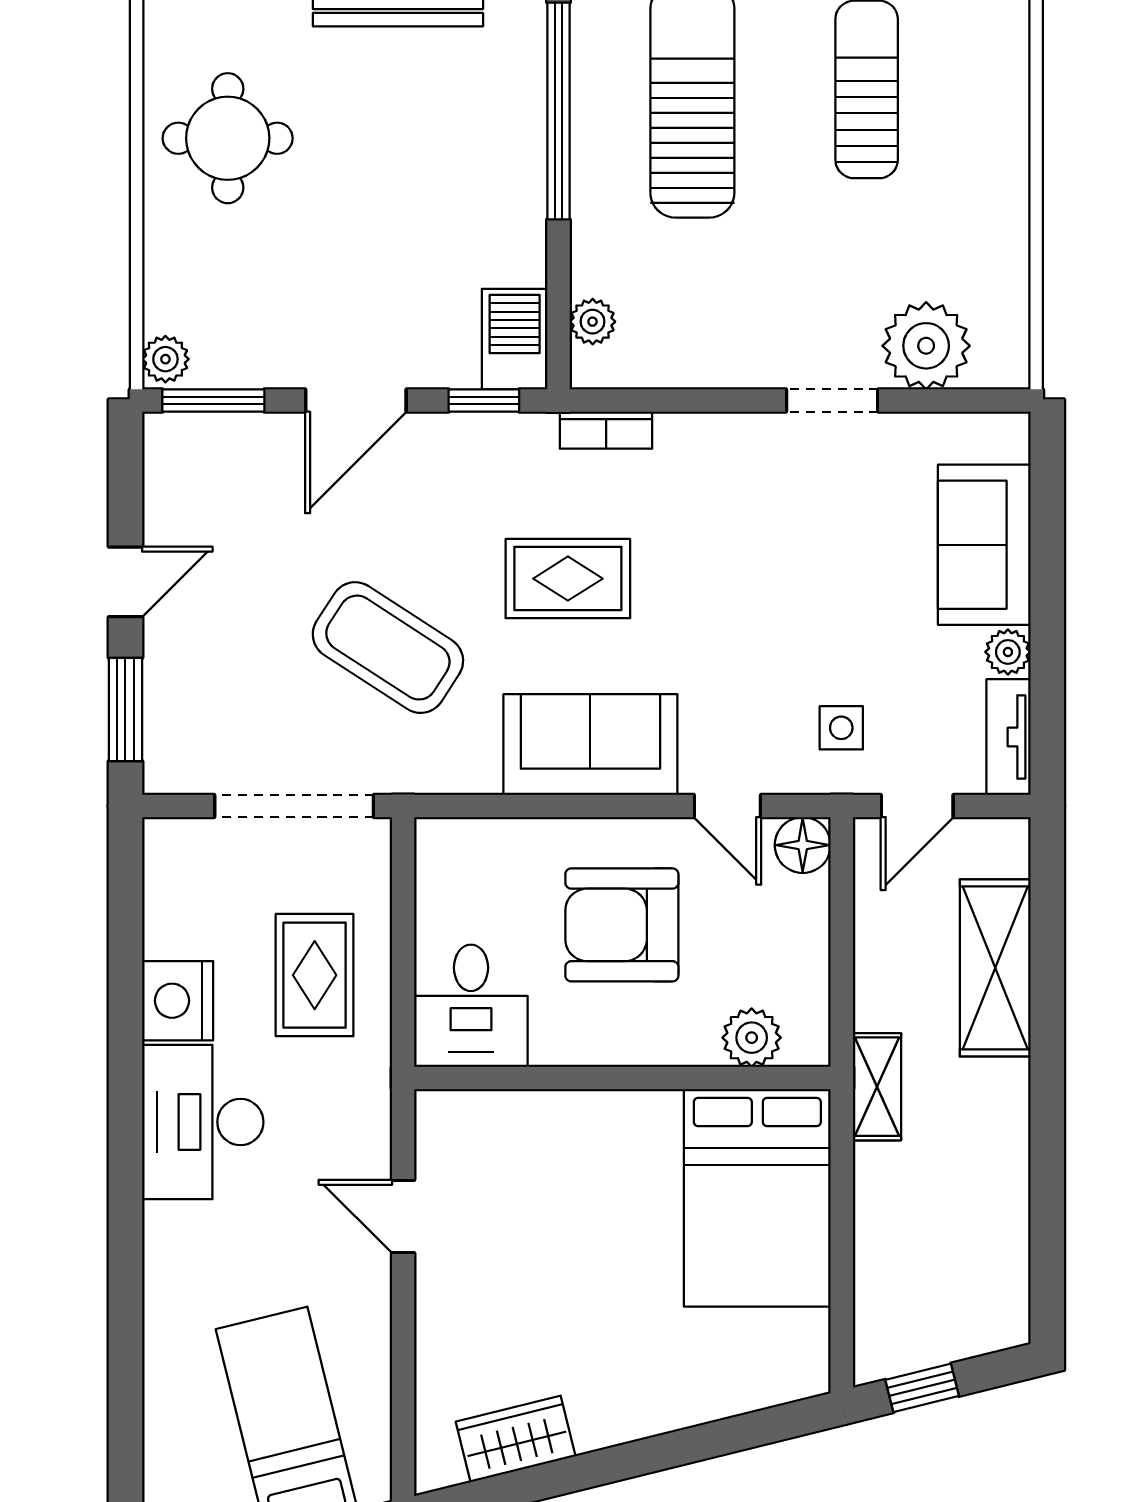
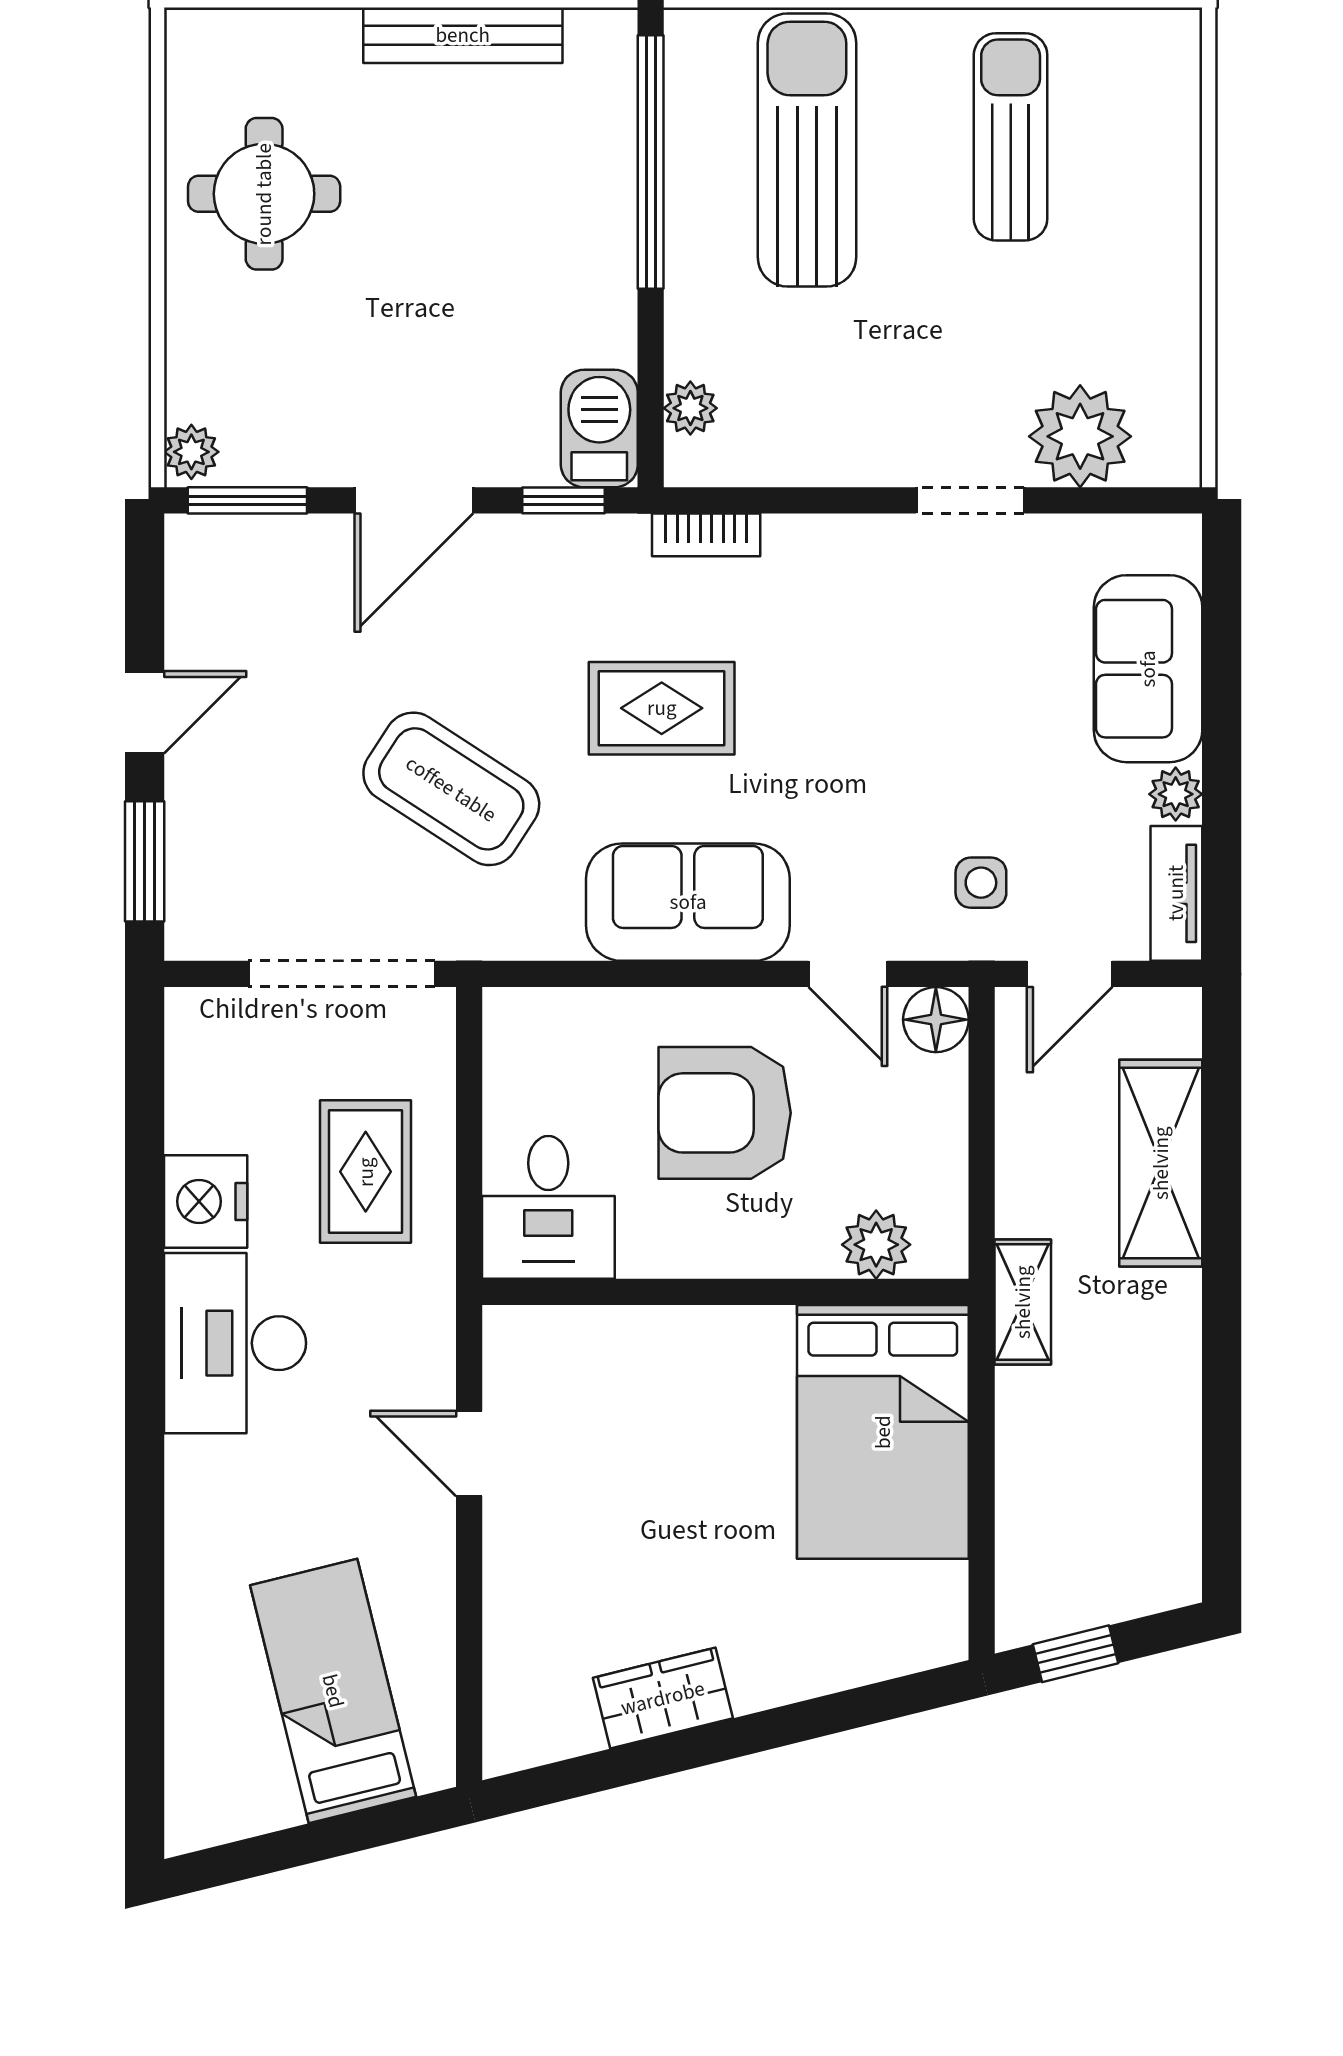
wardrobe: (516, 1439) -> (663, 1698), moved

